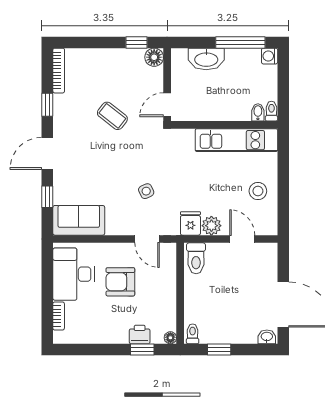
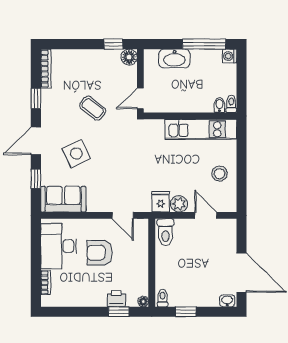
side table: (146, 191) -> (76, 153), moved, width x1.87, depth x1.87

